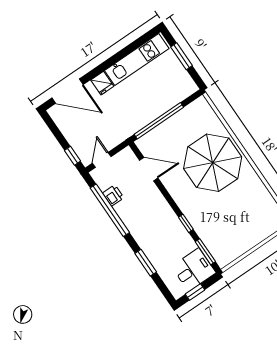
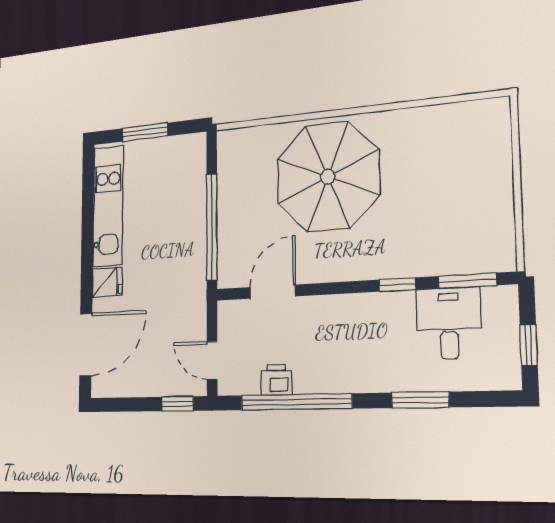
desk: (194, 270) -> (449, 323), moved

